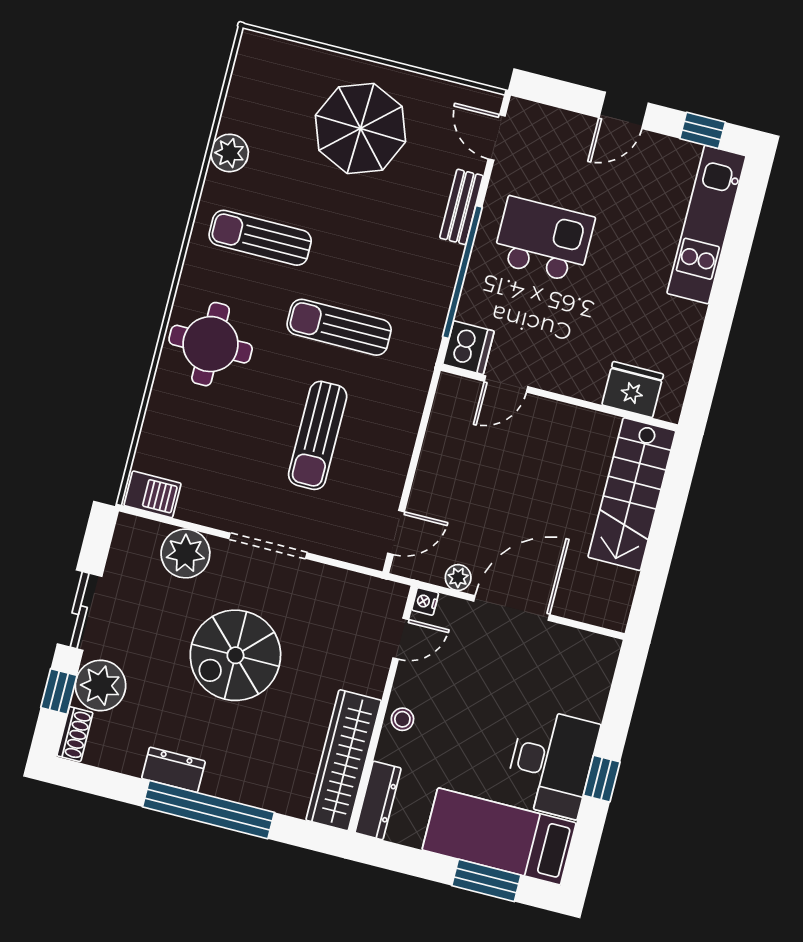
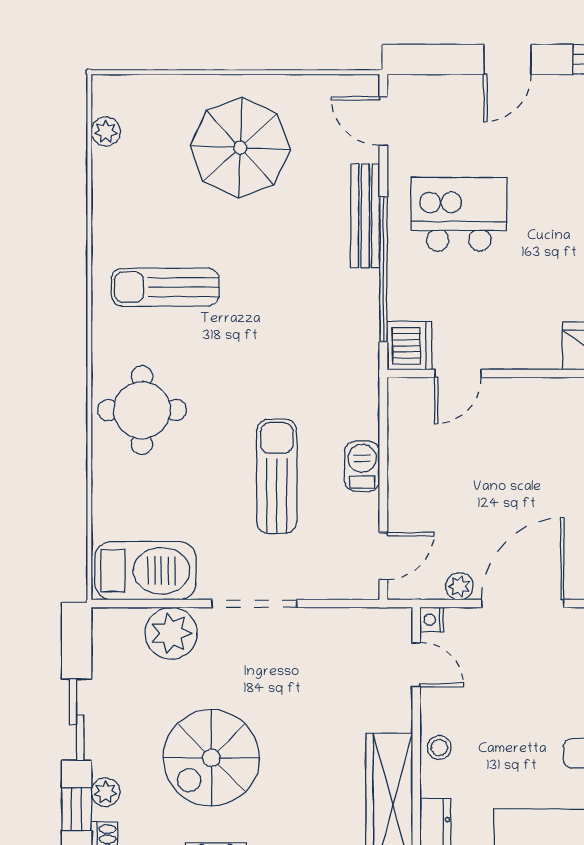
plant: (230, 153) -> (106, 131), moved, width x0.73, depth x0.73
bench: (461, 207) -> (365, 216), width x1.36
sun lounger: (339, 327) -> (270, 359), removed
sun lounger: (318, 435) -> (277, 476), turned 180
barbecue: (397, 446) -> (362, 466), added
barbecue: (153, 494) -> (145, 571), width x1.88, depth x1.53
door: (401, 639) -> (416, 665), hinge flipped
spiral stairs: (235, 655) -> (211, 758), moved
plant: (101, 685) -> (106, 792), width x0.53, depth x0.53

